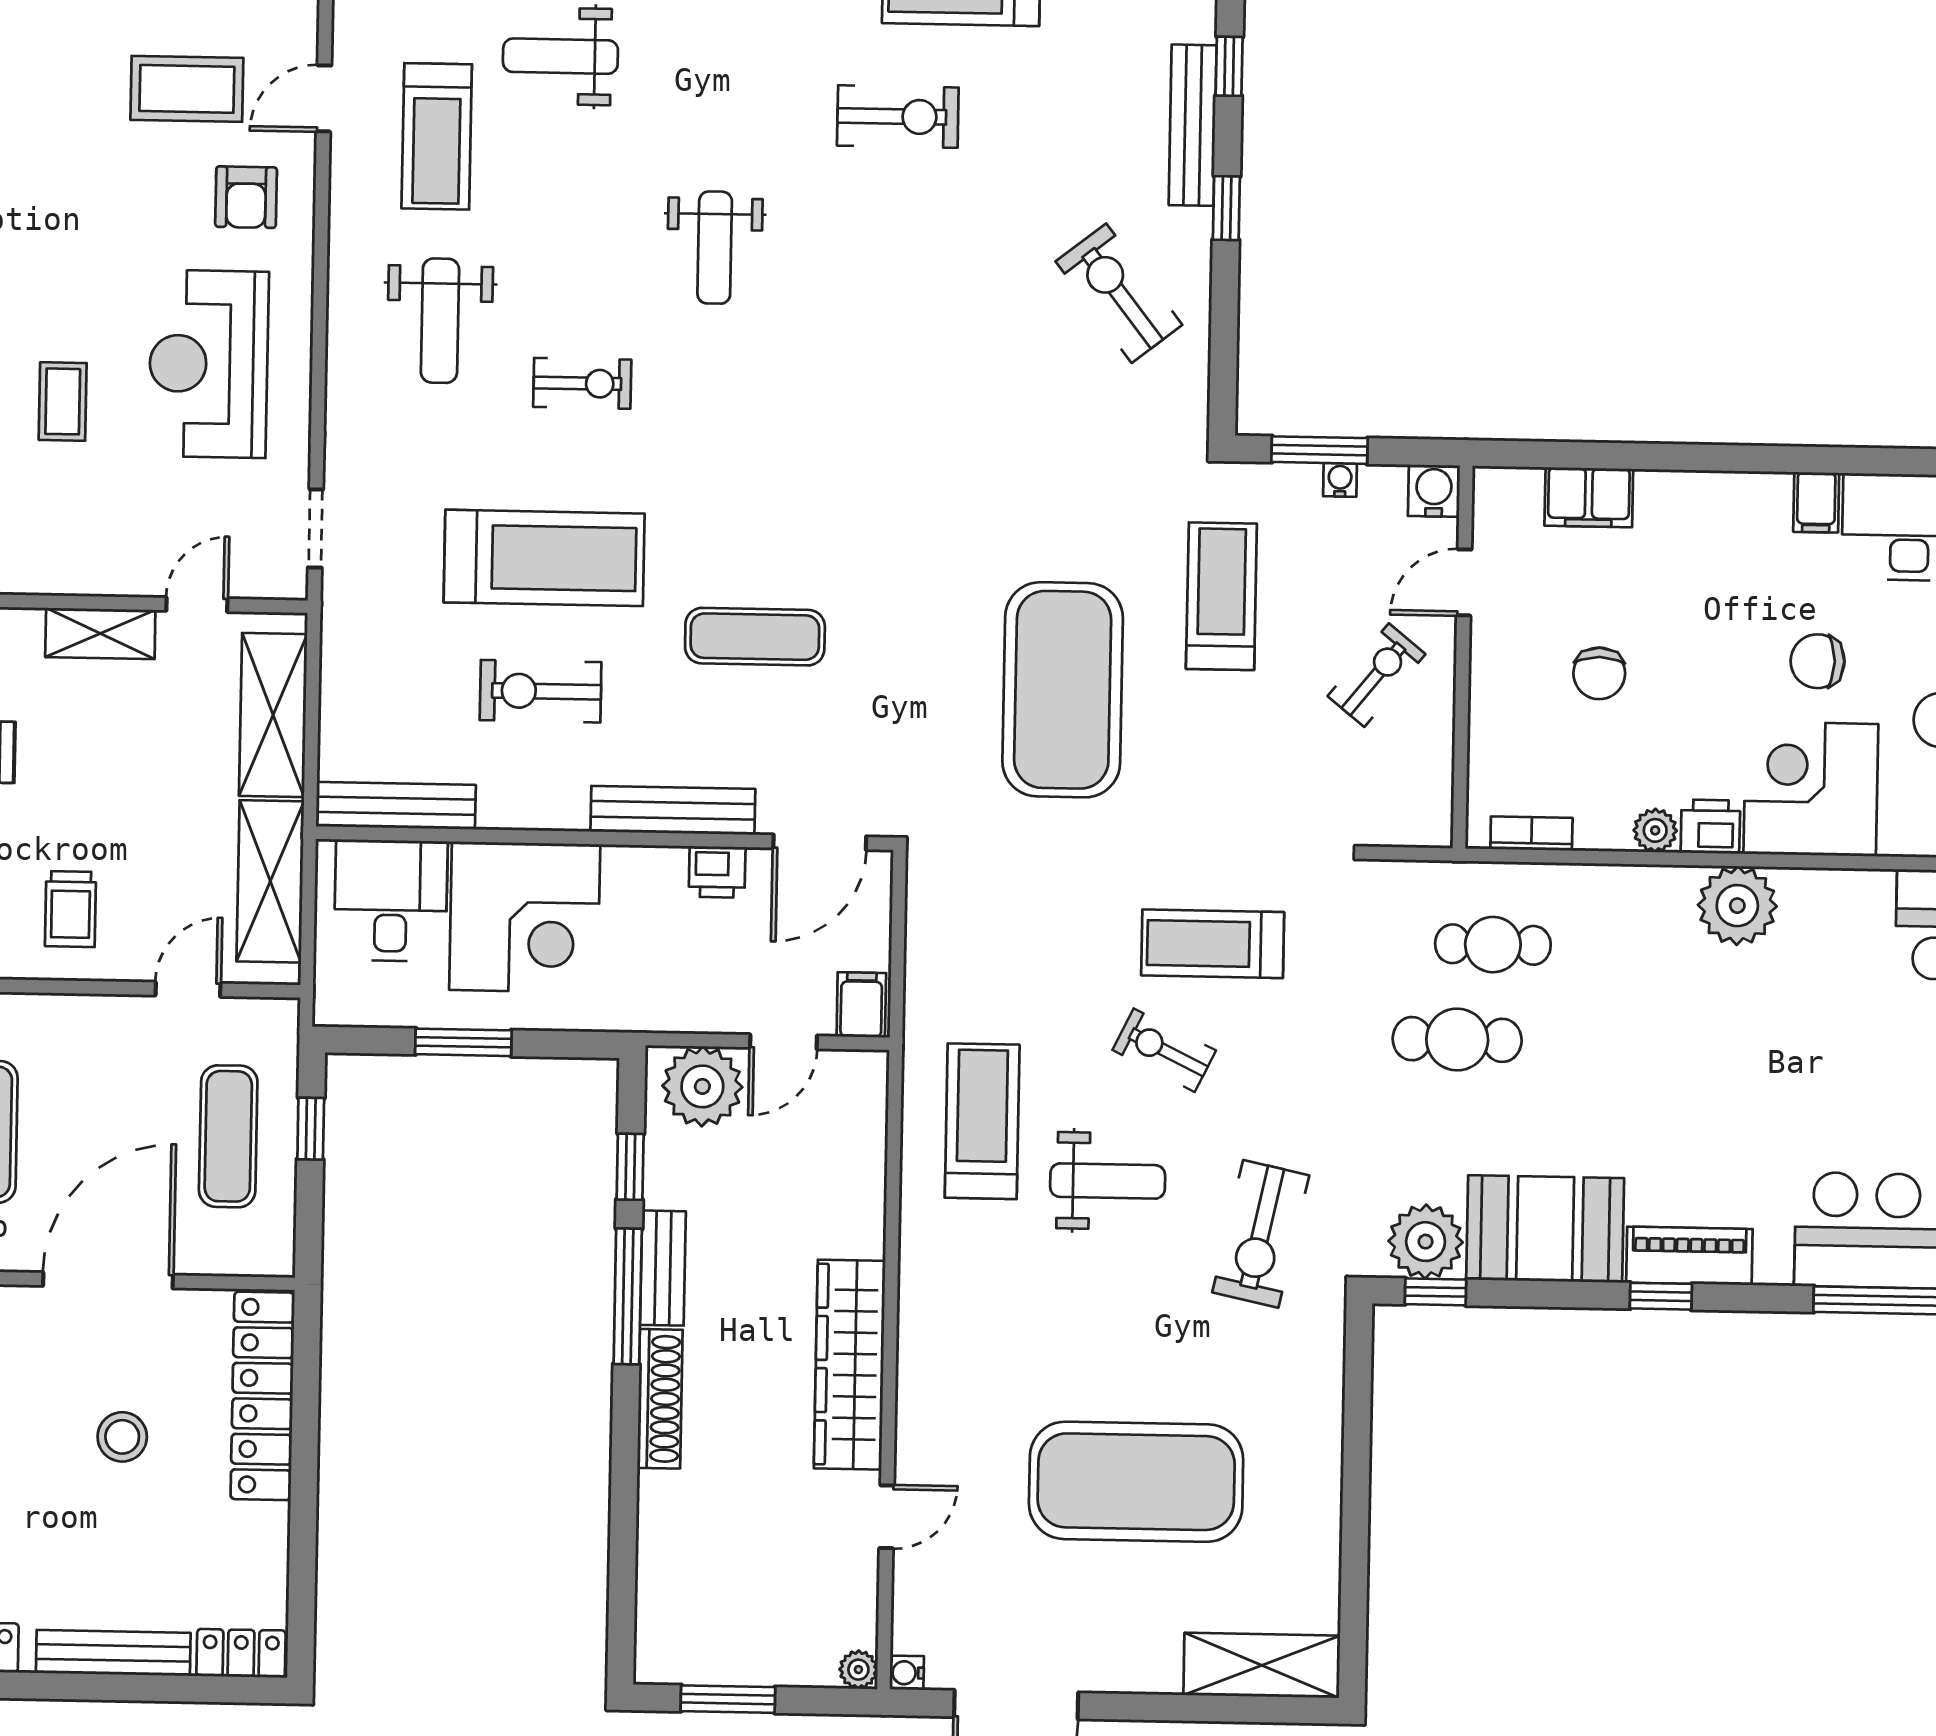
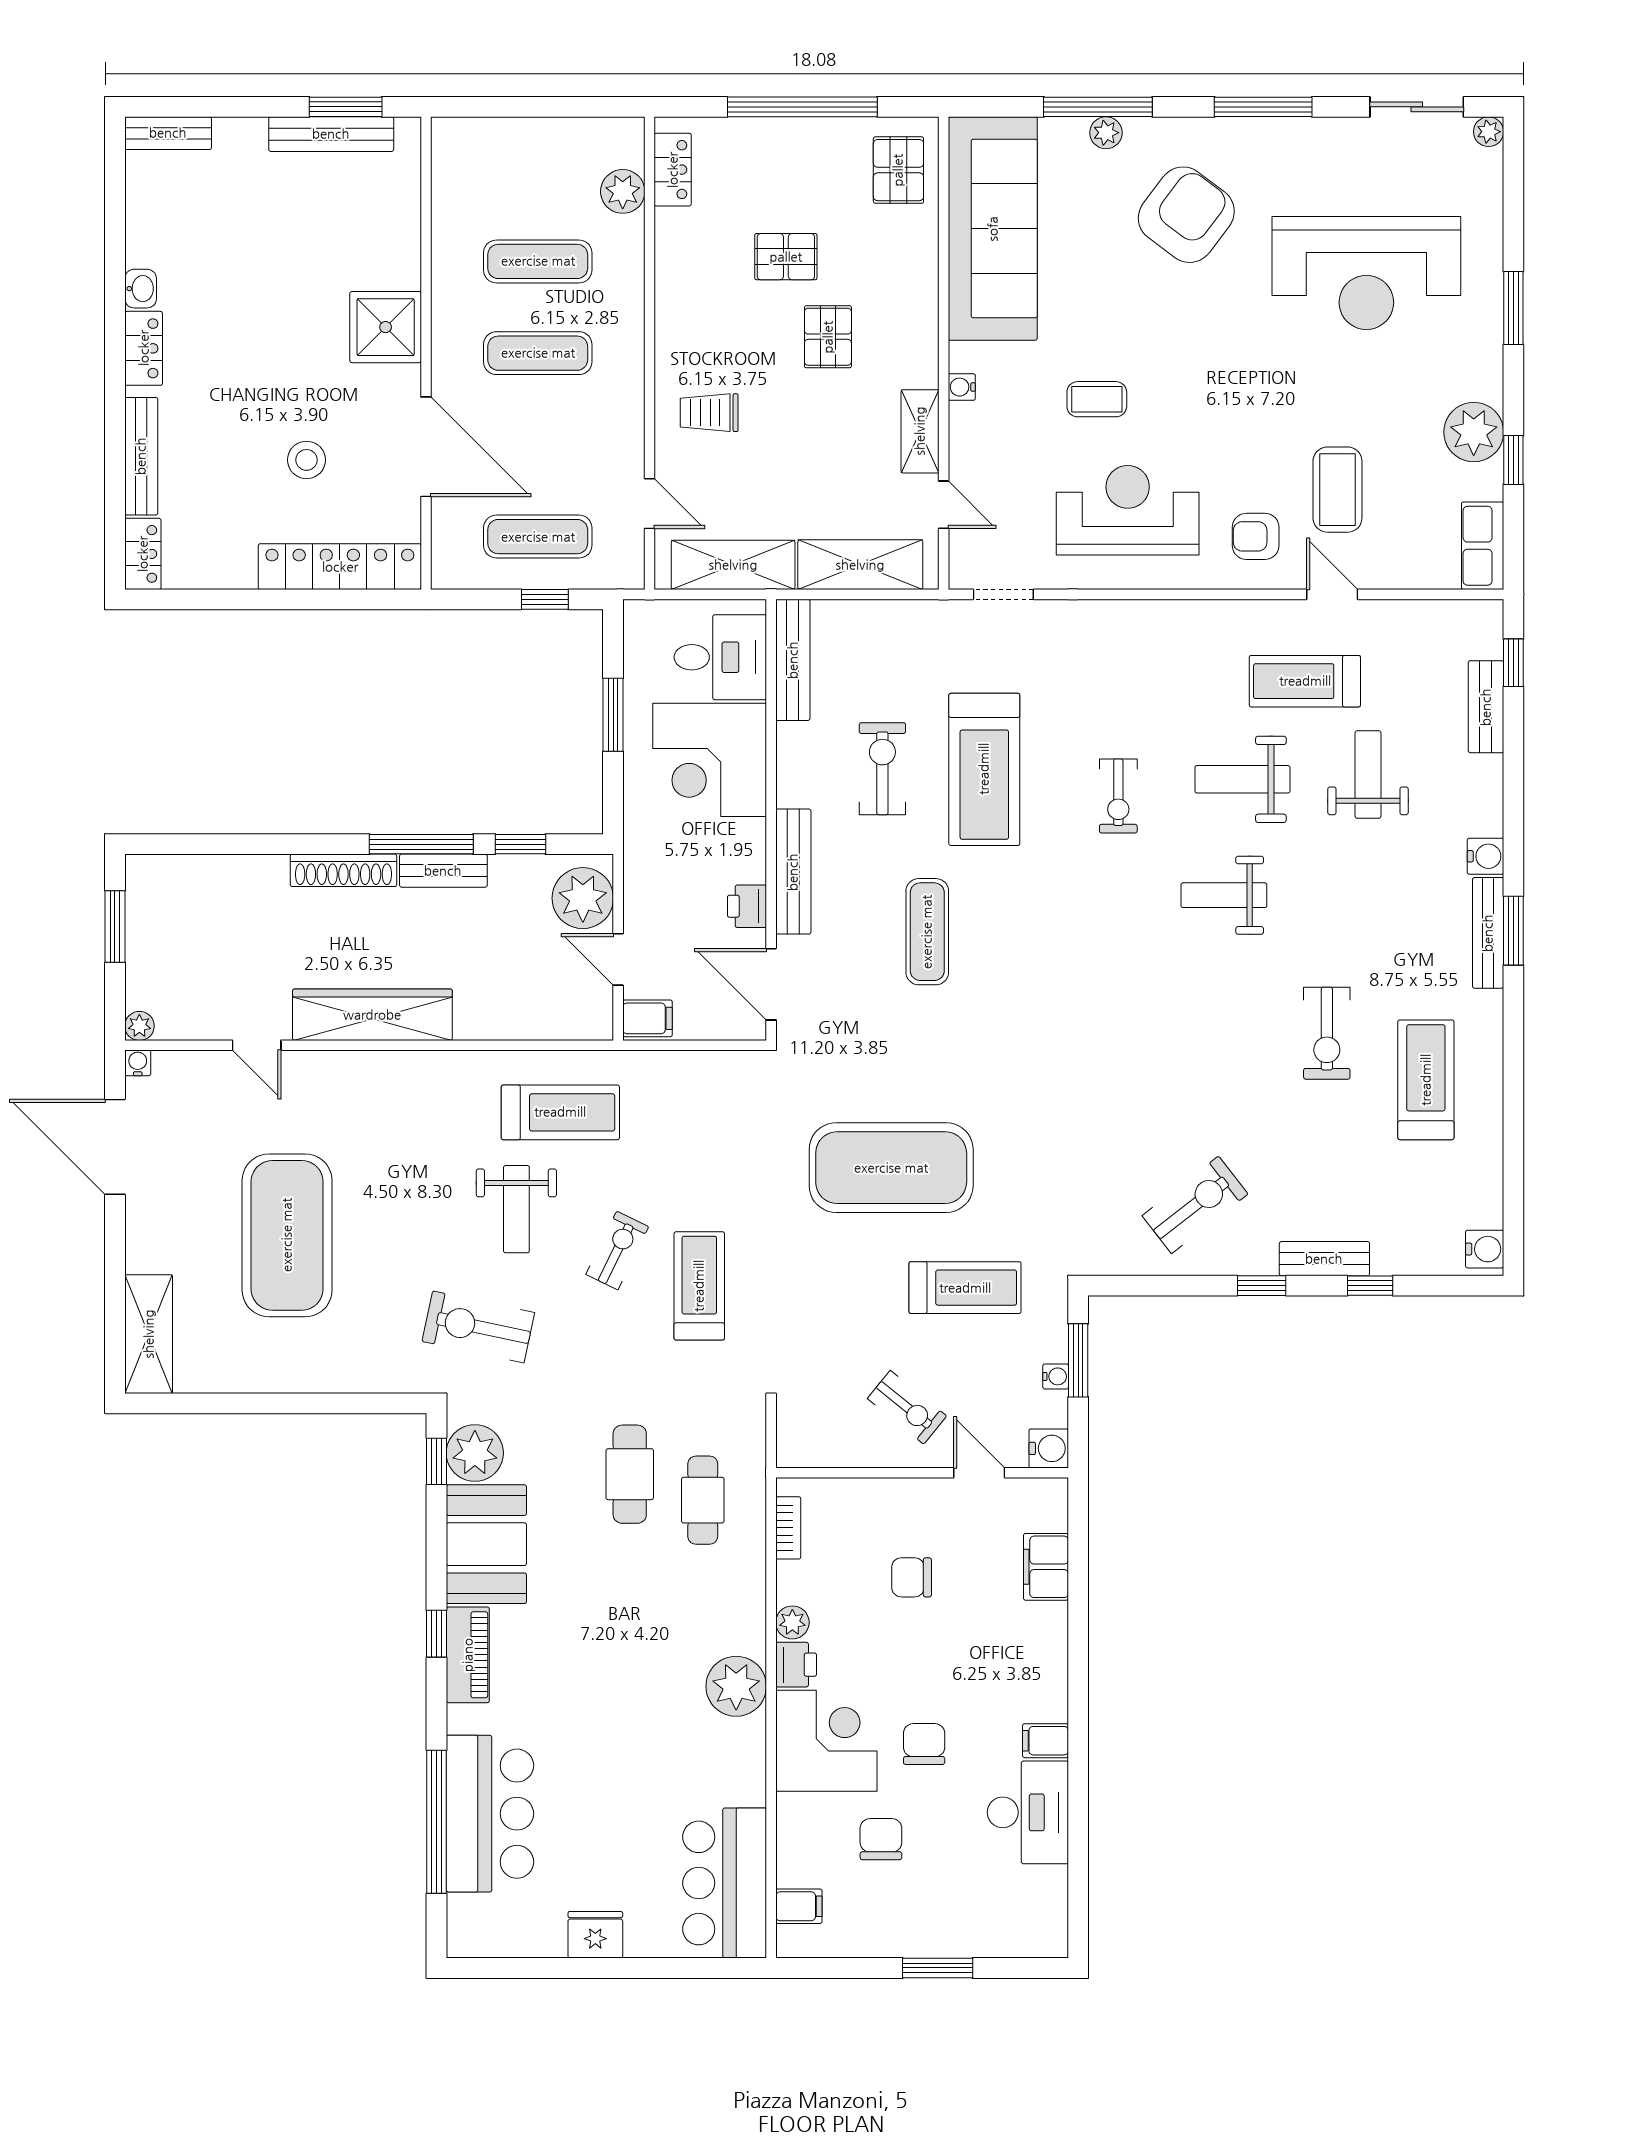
bench: (1193, 125) -> (1324, 1259), width x0.73
weight bench: (440, 321) -> (1242, 779), moved
water cooler: (43, 578) -> (962, 387), added

